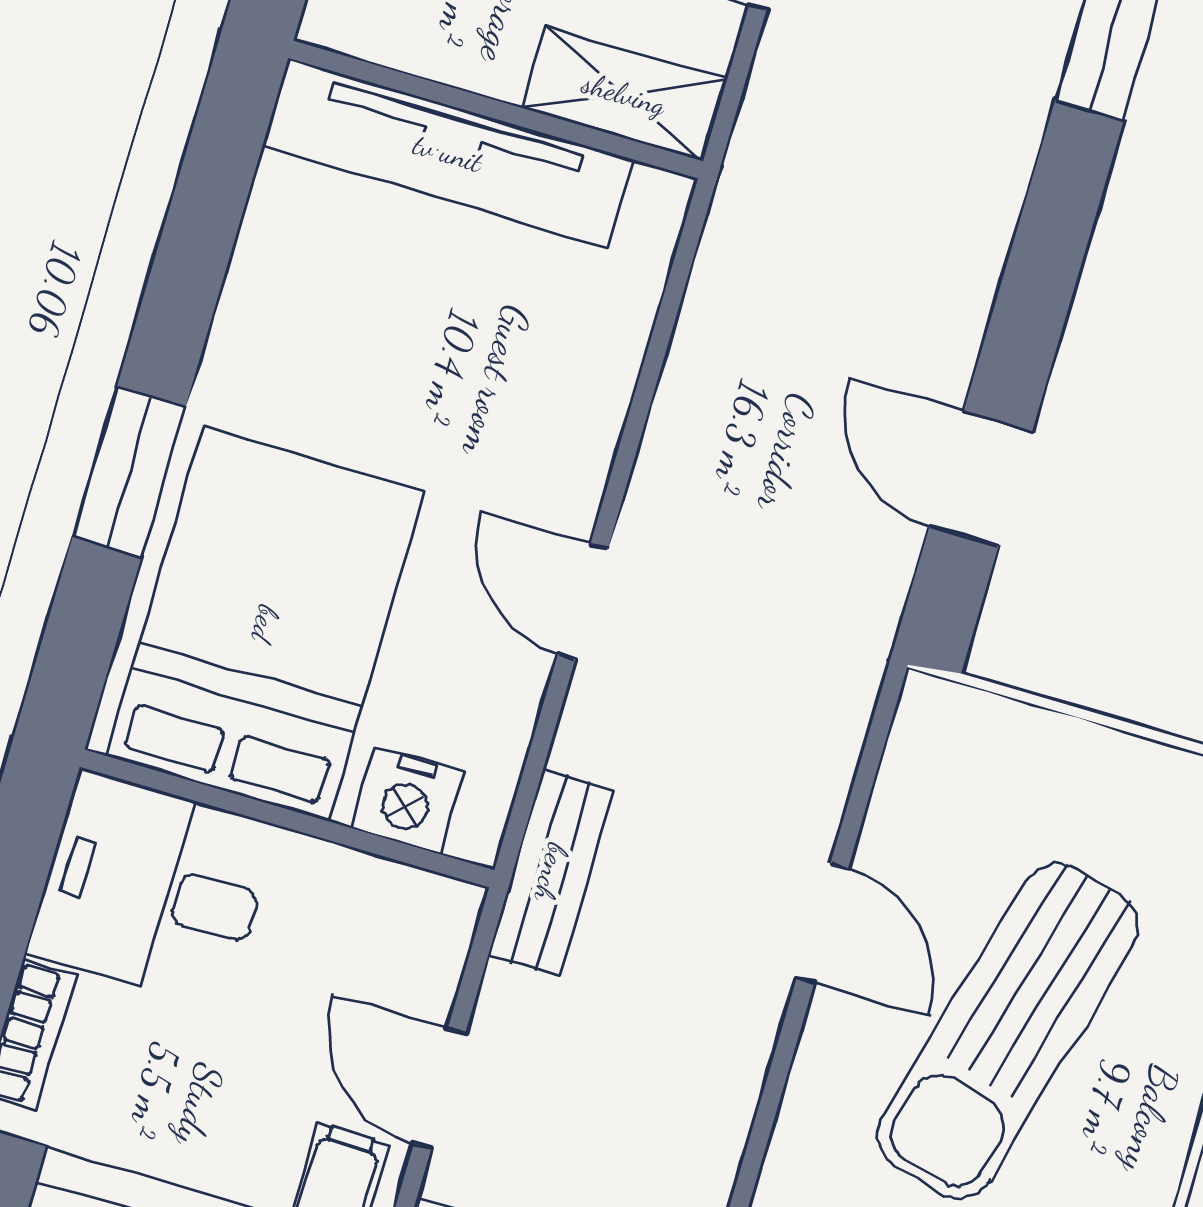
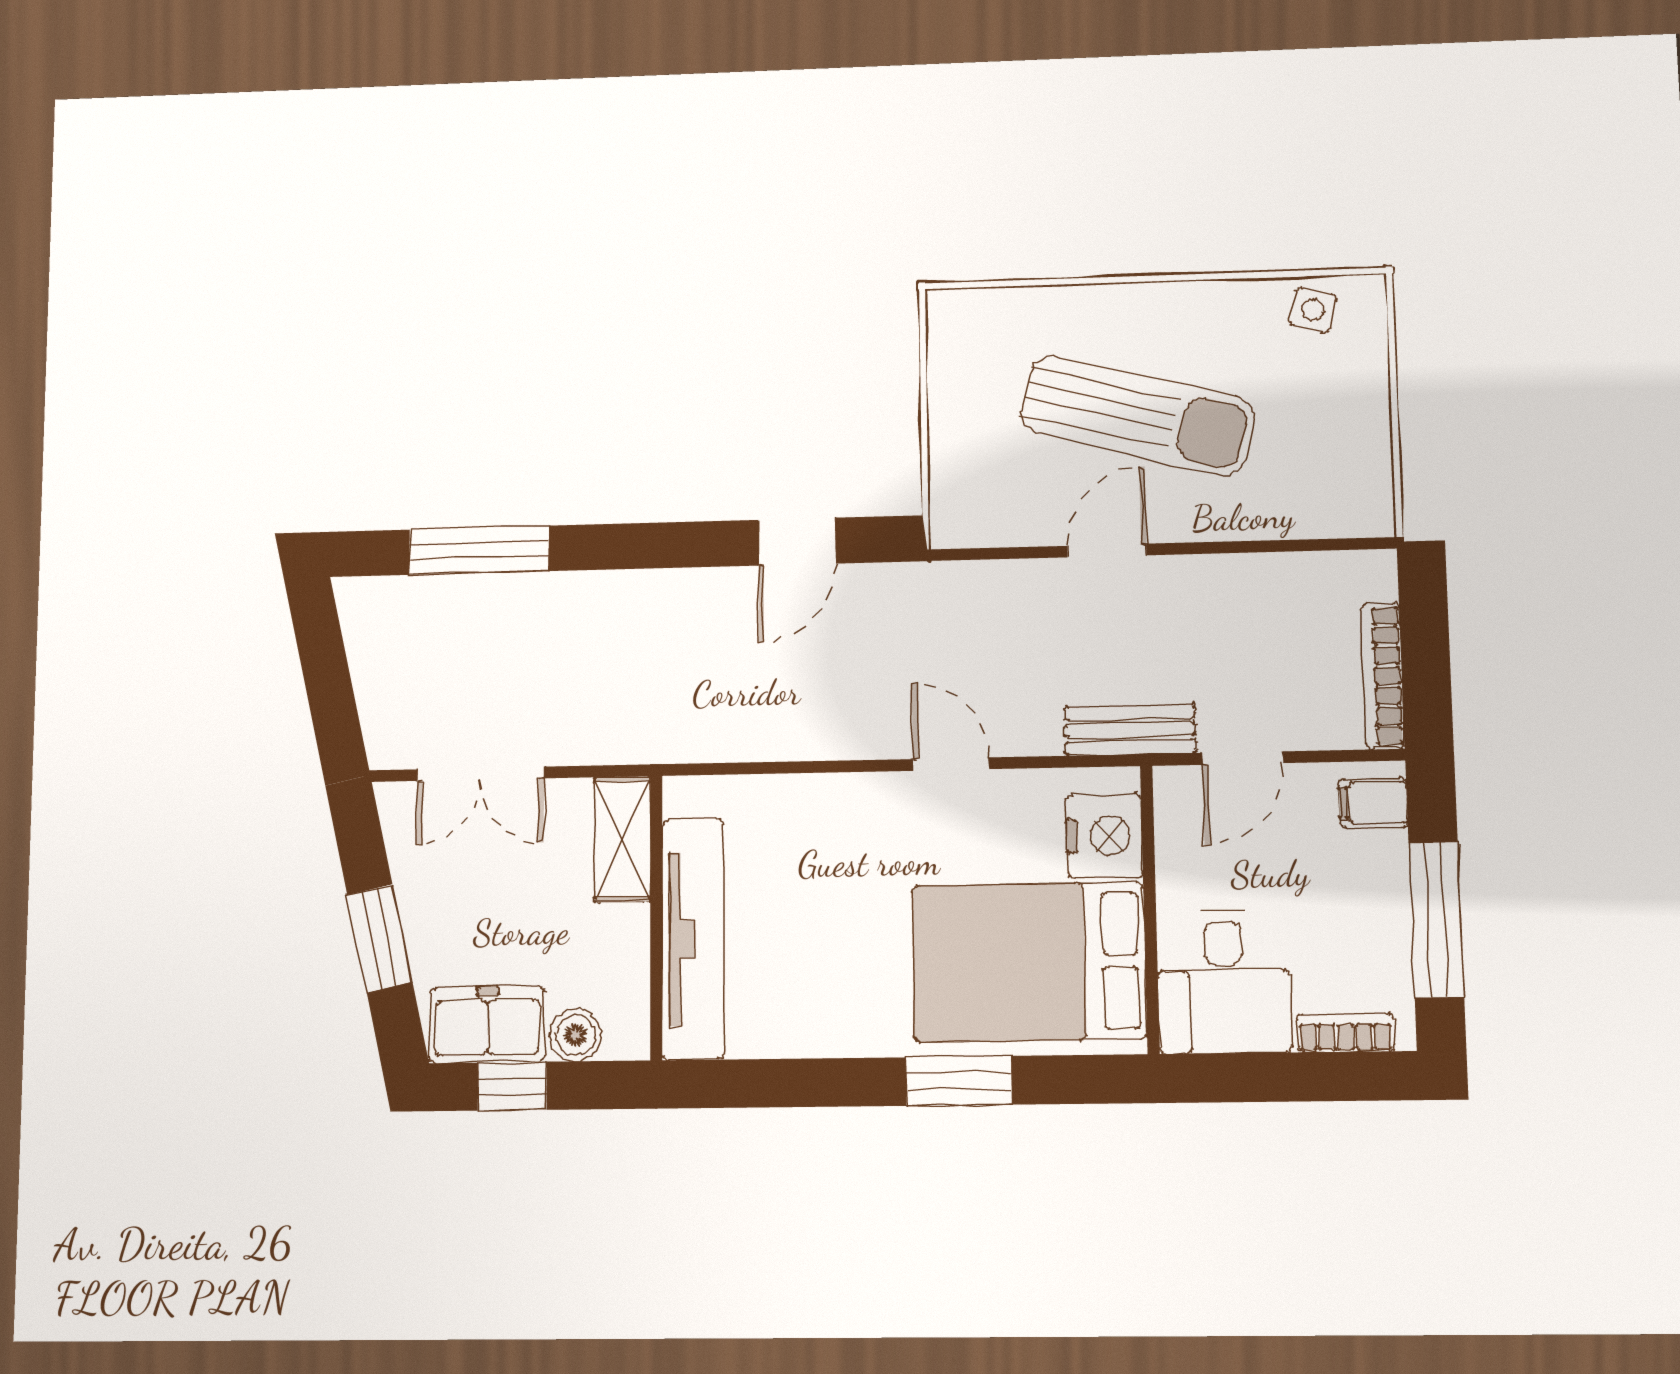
door: (583, 601) -> (951, 764), swing flipped
nightstand: (407, 800) -> (1104, 836), width x1.36, depth x1.33
door: (440, 1089) -> (1243, 758), moved

